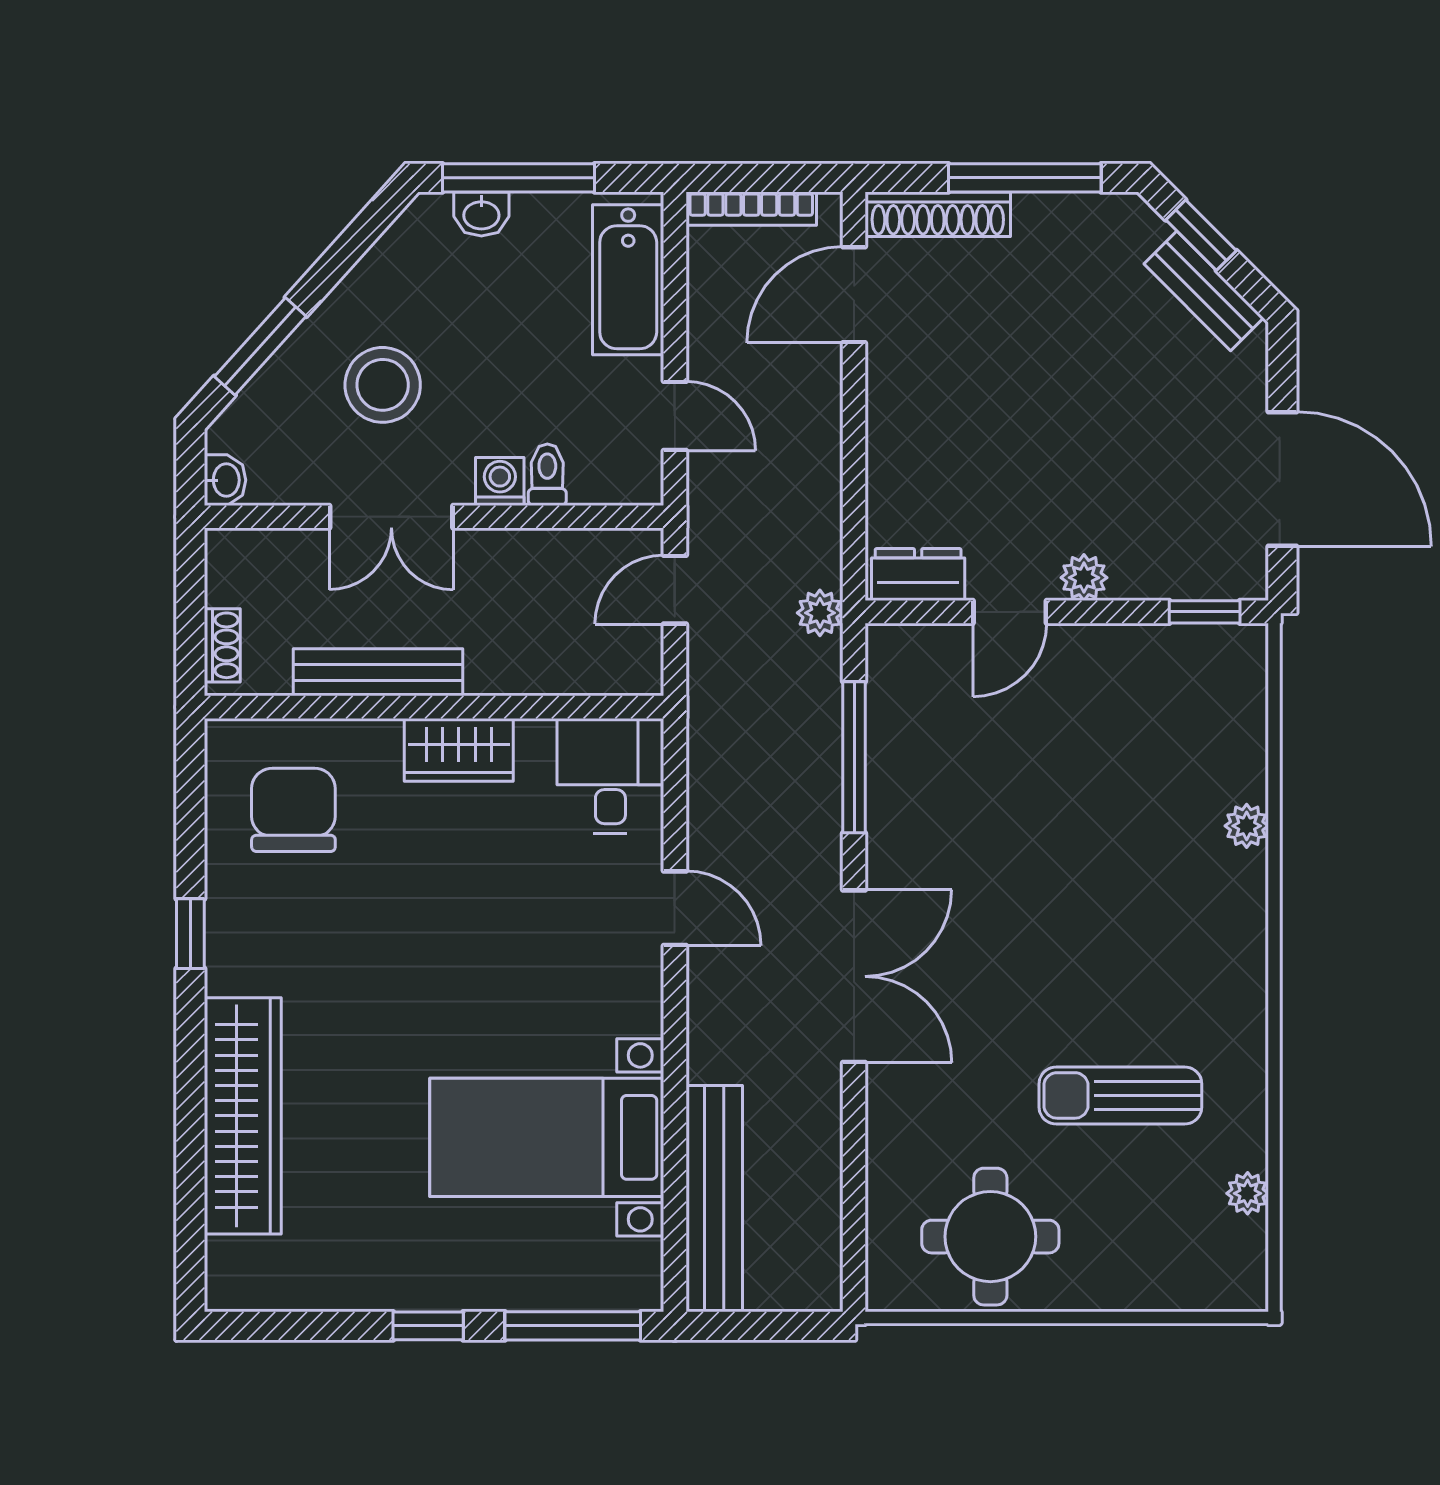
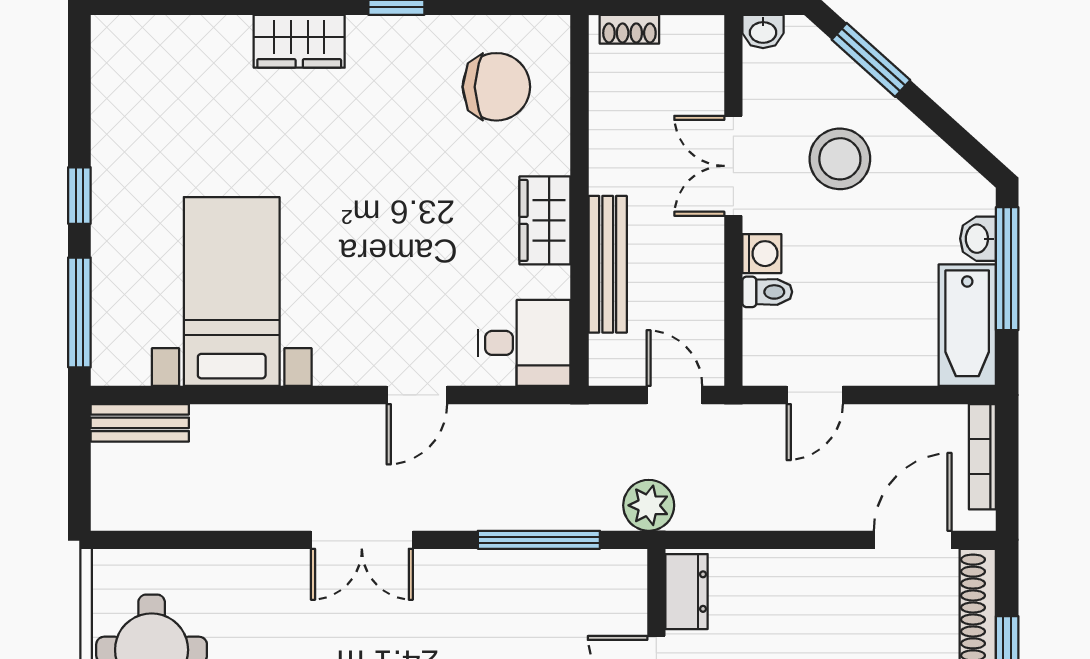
bathtub: (628, 280) -> (967, 325), moved, turned -90
door: (854, 295) -> (913, 540), hinge flipped
plant: (820, 613) -> (649, 505), width x1.38, depth x1.38
bench: (378, 672) -> (608, 264), moved
double door: (854, 976) -> (362, 540), width x0.73
wardrobe: (243, 1116) -> (299, 41), width x0.48, depth x0.85
bench: (714, 1199) -> (140, 423), width x0.54, depth x0.82

